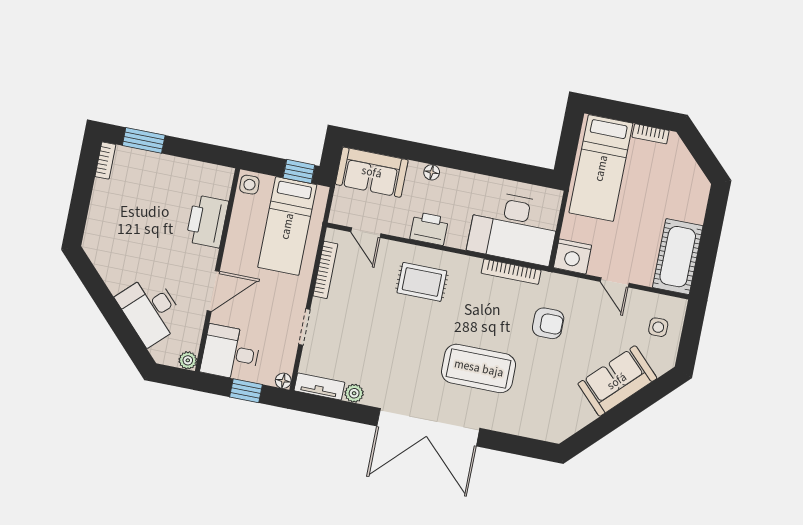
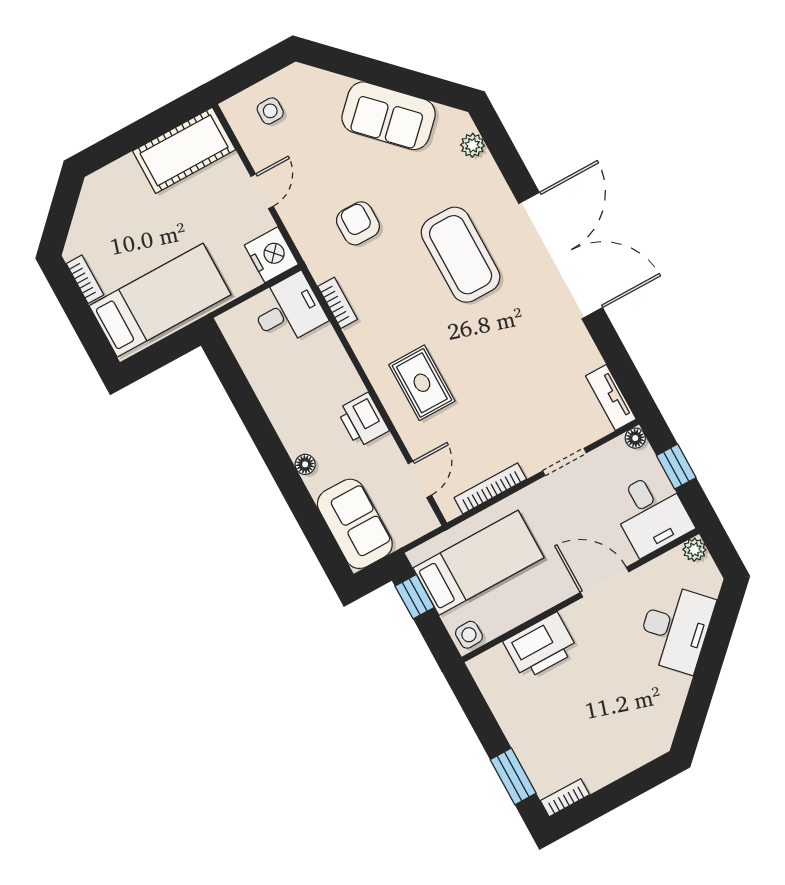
desk: (514, 228) -> (288, 310), width x0.53, depth x0.77
bookcase: (511, 272) -> (338, 303), width x0.64
sofa: (617, 381) -> (389, 116), moved
plant: (354, 393) -> (473, 145), moved

